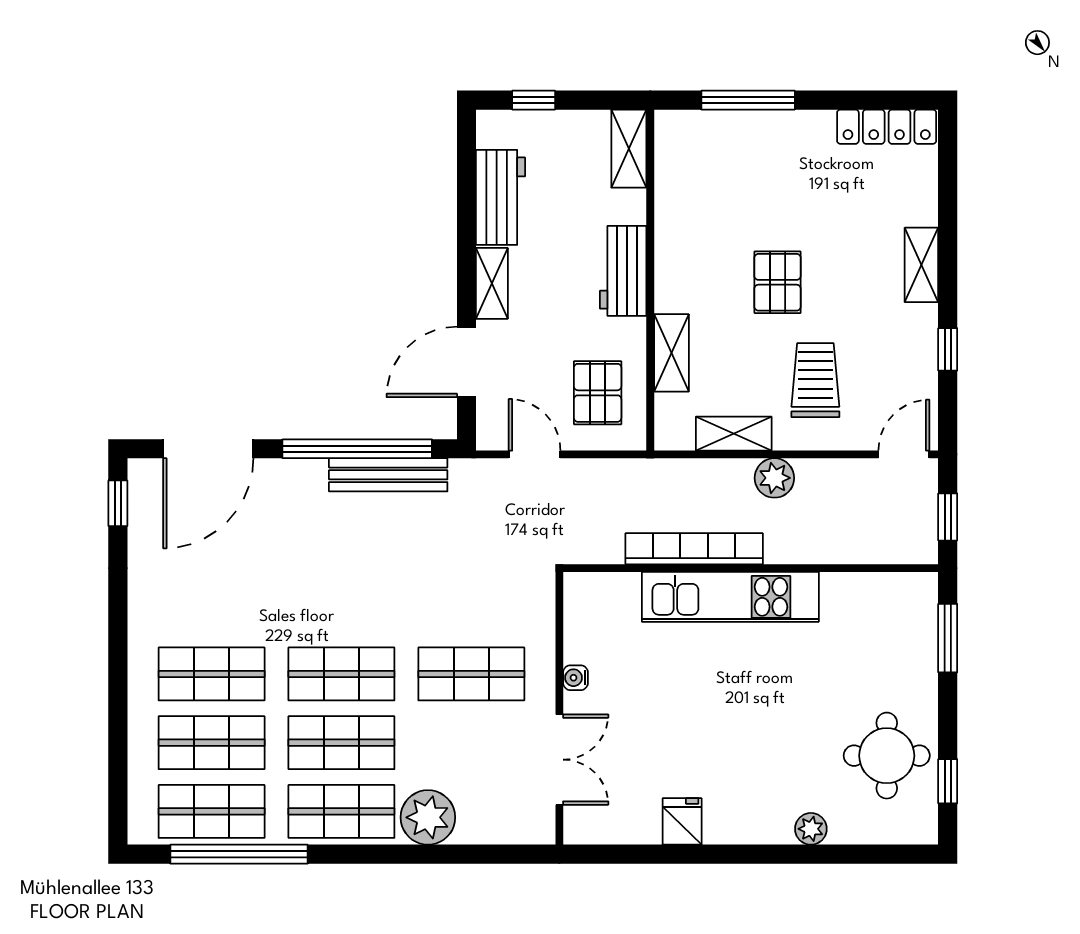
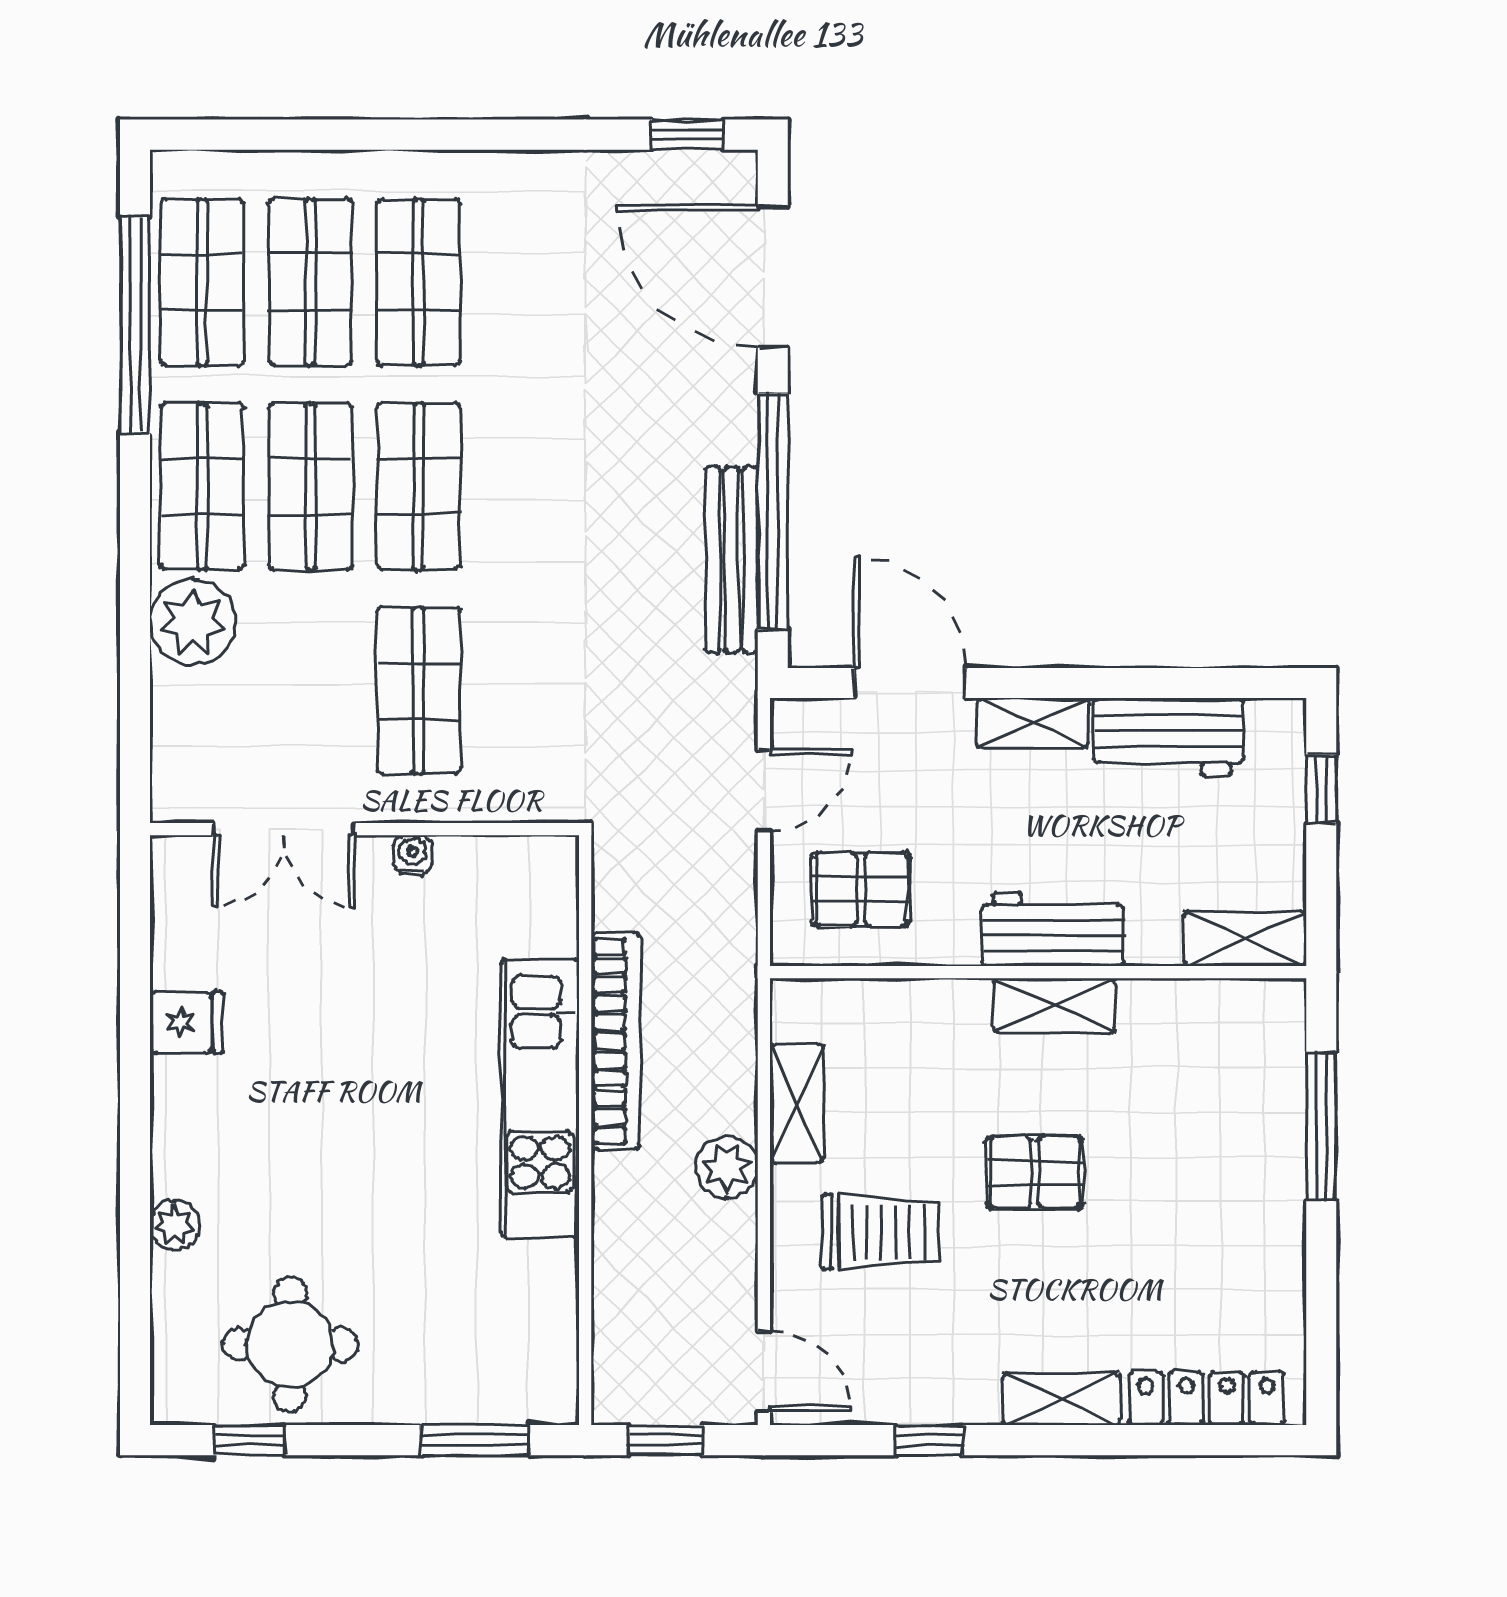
locker: (887, 127) -> (1206, 1398), moved, turned 90
shelving: (671, 353) -> (1054, 1006), moved

